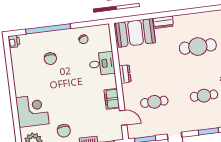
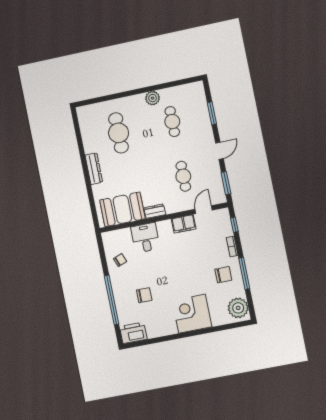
dresser: (163, 22) -> (94, 169), width x1.44
booth: (135, 33) -> (122, 209), moved, turned 90
printer: (14, 41) -> (133, 333), width x1.87, depth x1.48
corner desk: (32, 111) -> (192, 314), moved

